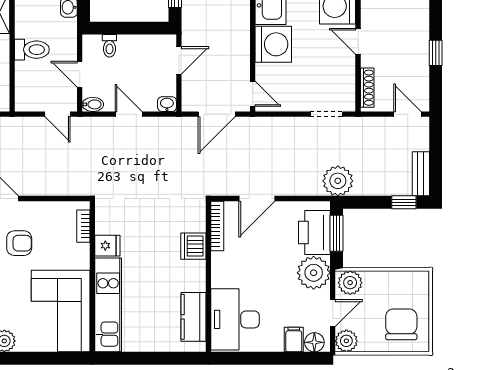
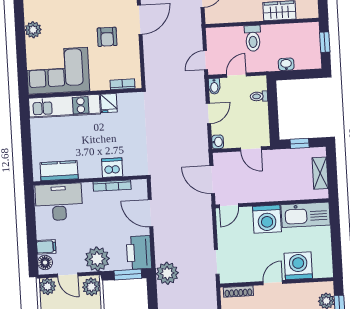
bookcase: (217, 226) -> (112, 186), moved
printer: (314, 233) -> (139, 253), moved, turned -90

